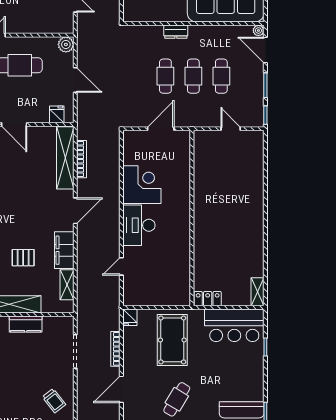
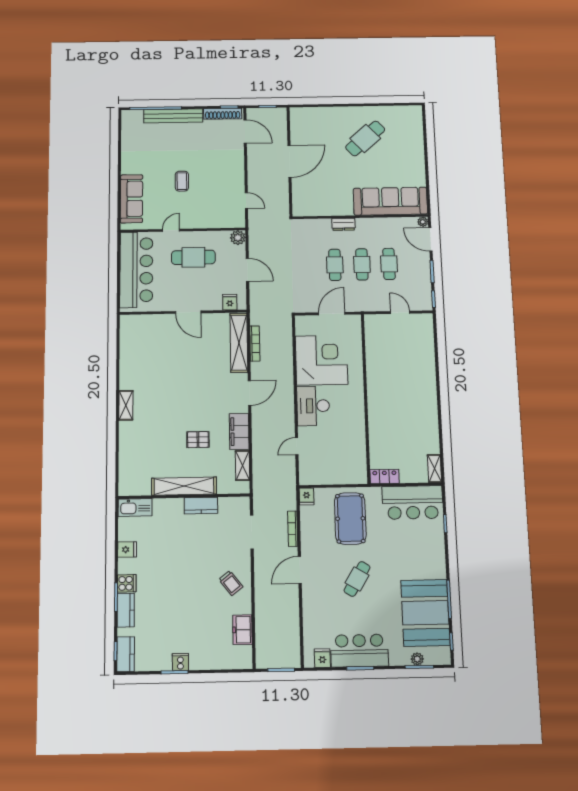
corner desk: (142, 185) -> (321, 360), width x1.36, depth x1.36

